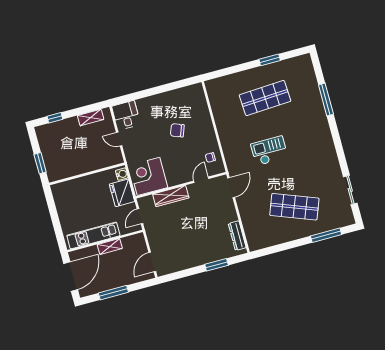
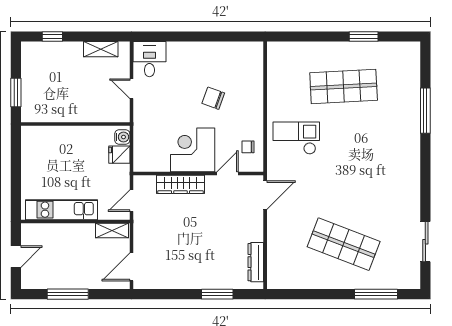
checkout: (269, 151) -> (296, 138), moved
corner desk: (148, 176) -> (193, 150), moved
fridge: (122, 193) -> (119, 155), width x0.53, depth x0.75
shelving: (110, 246) -> (112, 230), moved
door: (71, 276) -> (16, 257), width x0.53

